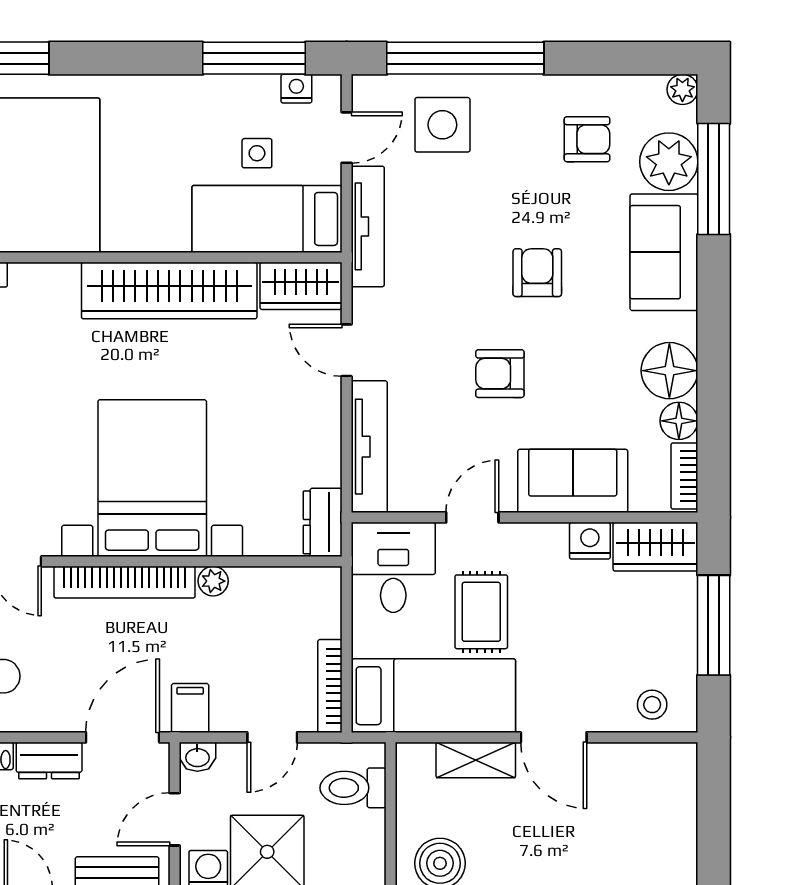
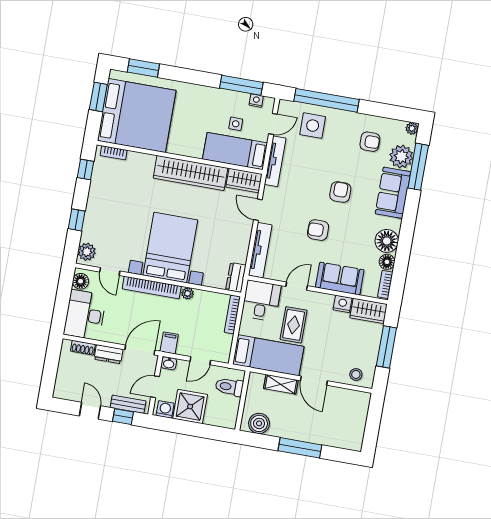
bookcase: (330, 686) -> (232, 314), moved

